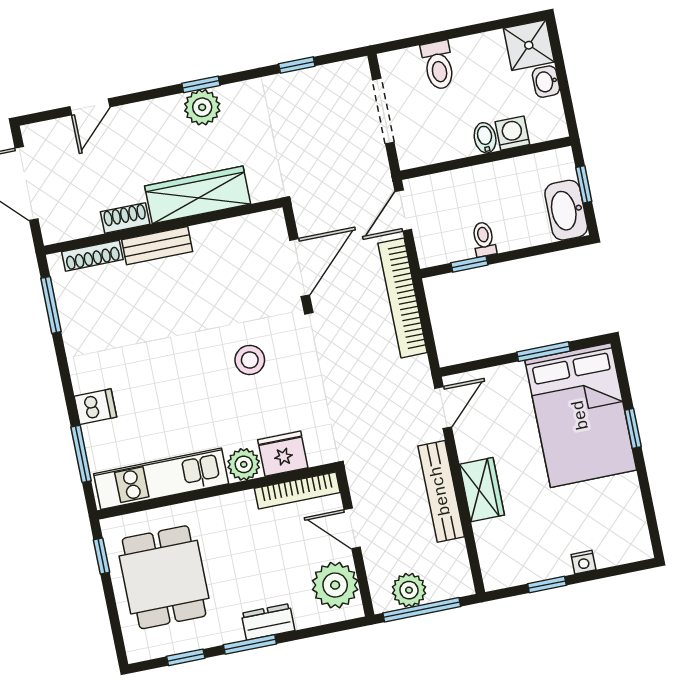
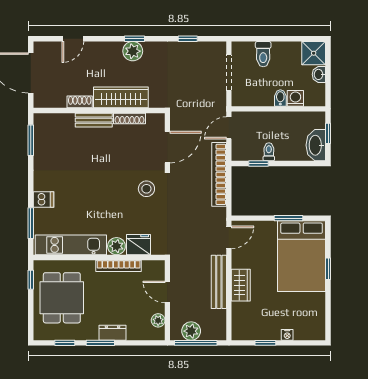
shoe rack: (92, 256) -> (129, 119), moved
stool: (250, 360) -> (146, 189), moved
bookcase: (297, 490) -> (119, 266), moved
plant: (335, 585) -> (158, 320), width x0.53, depth x0.53

